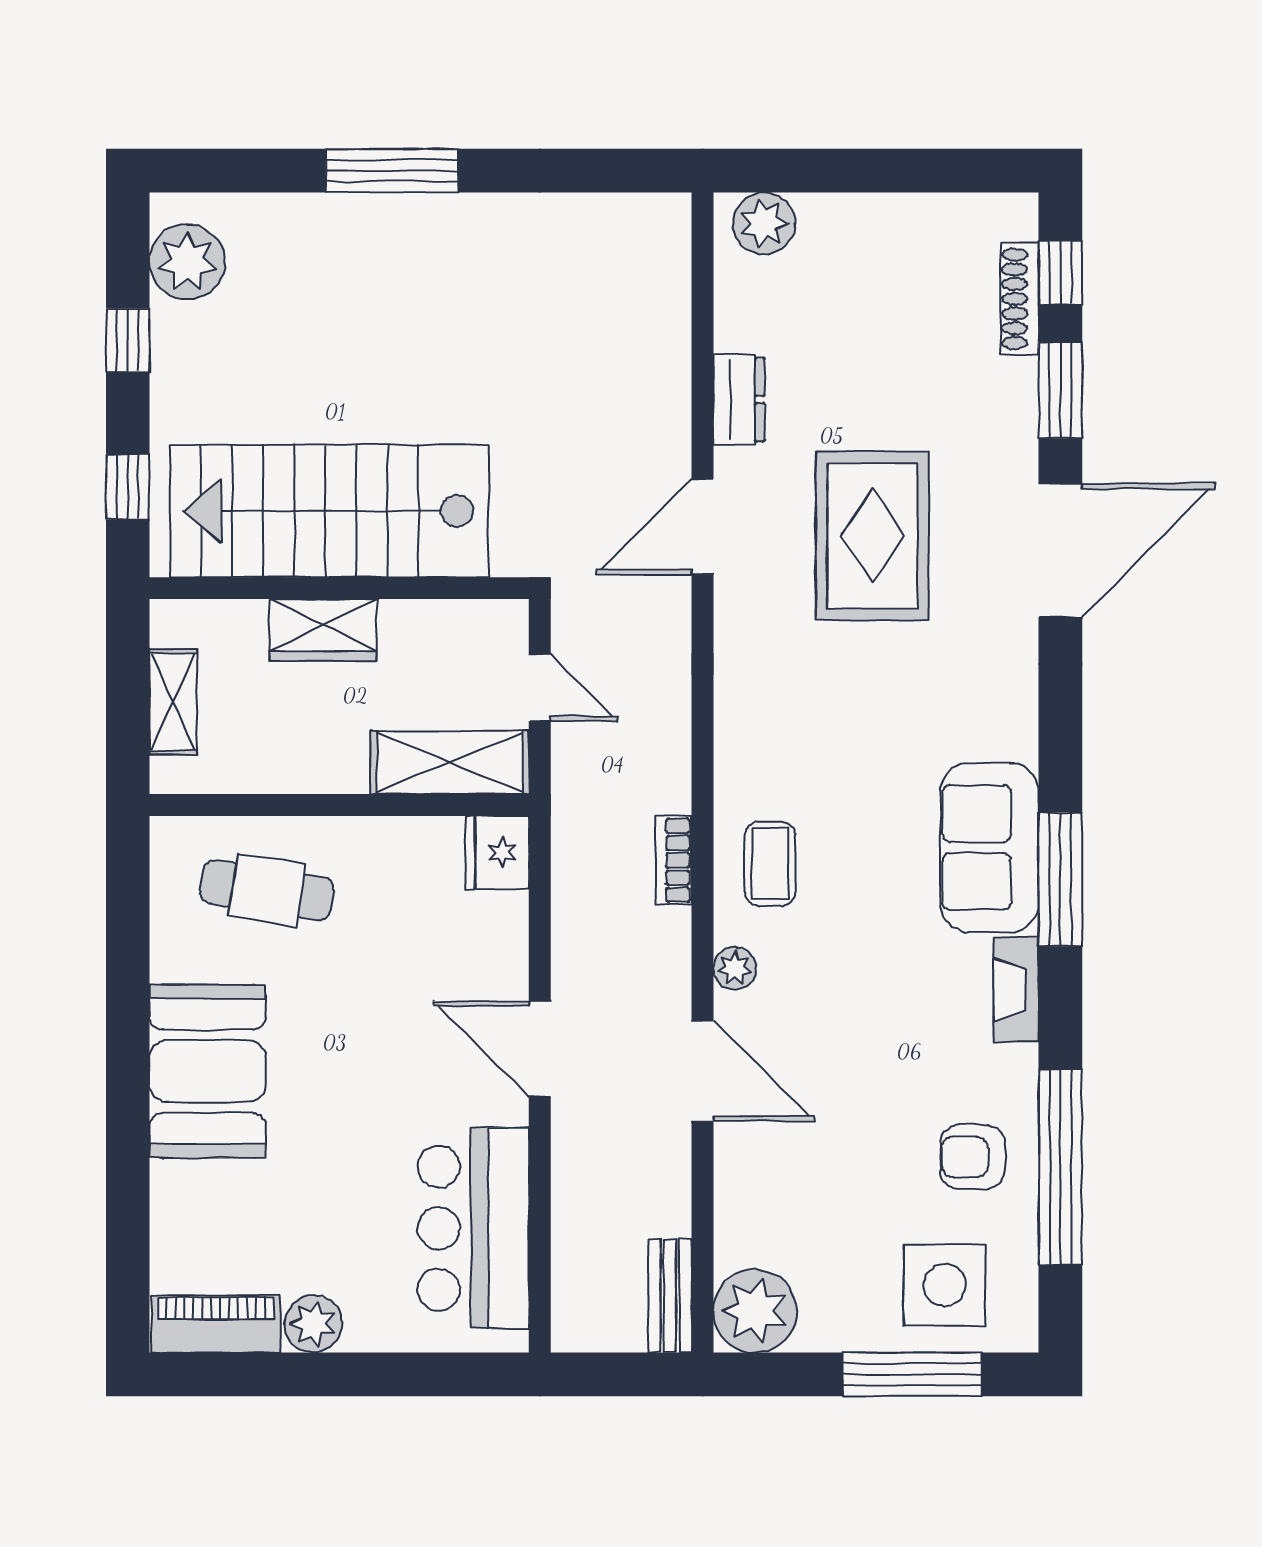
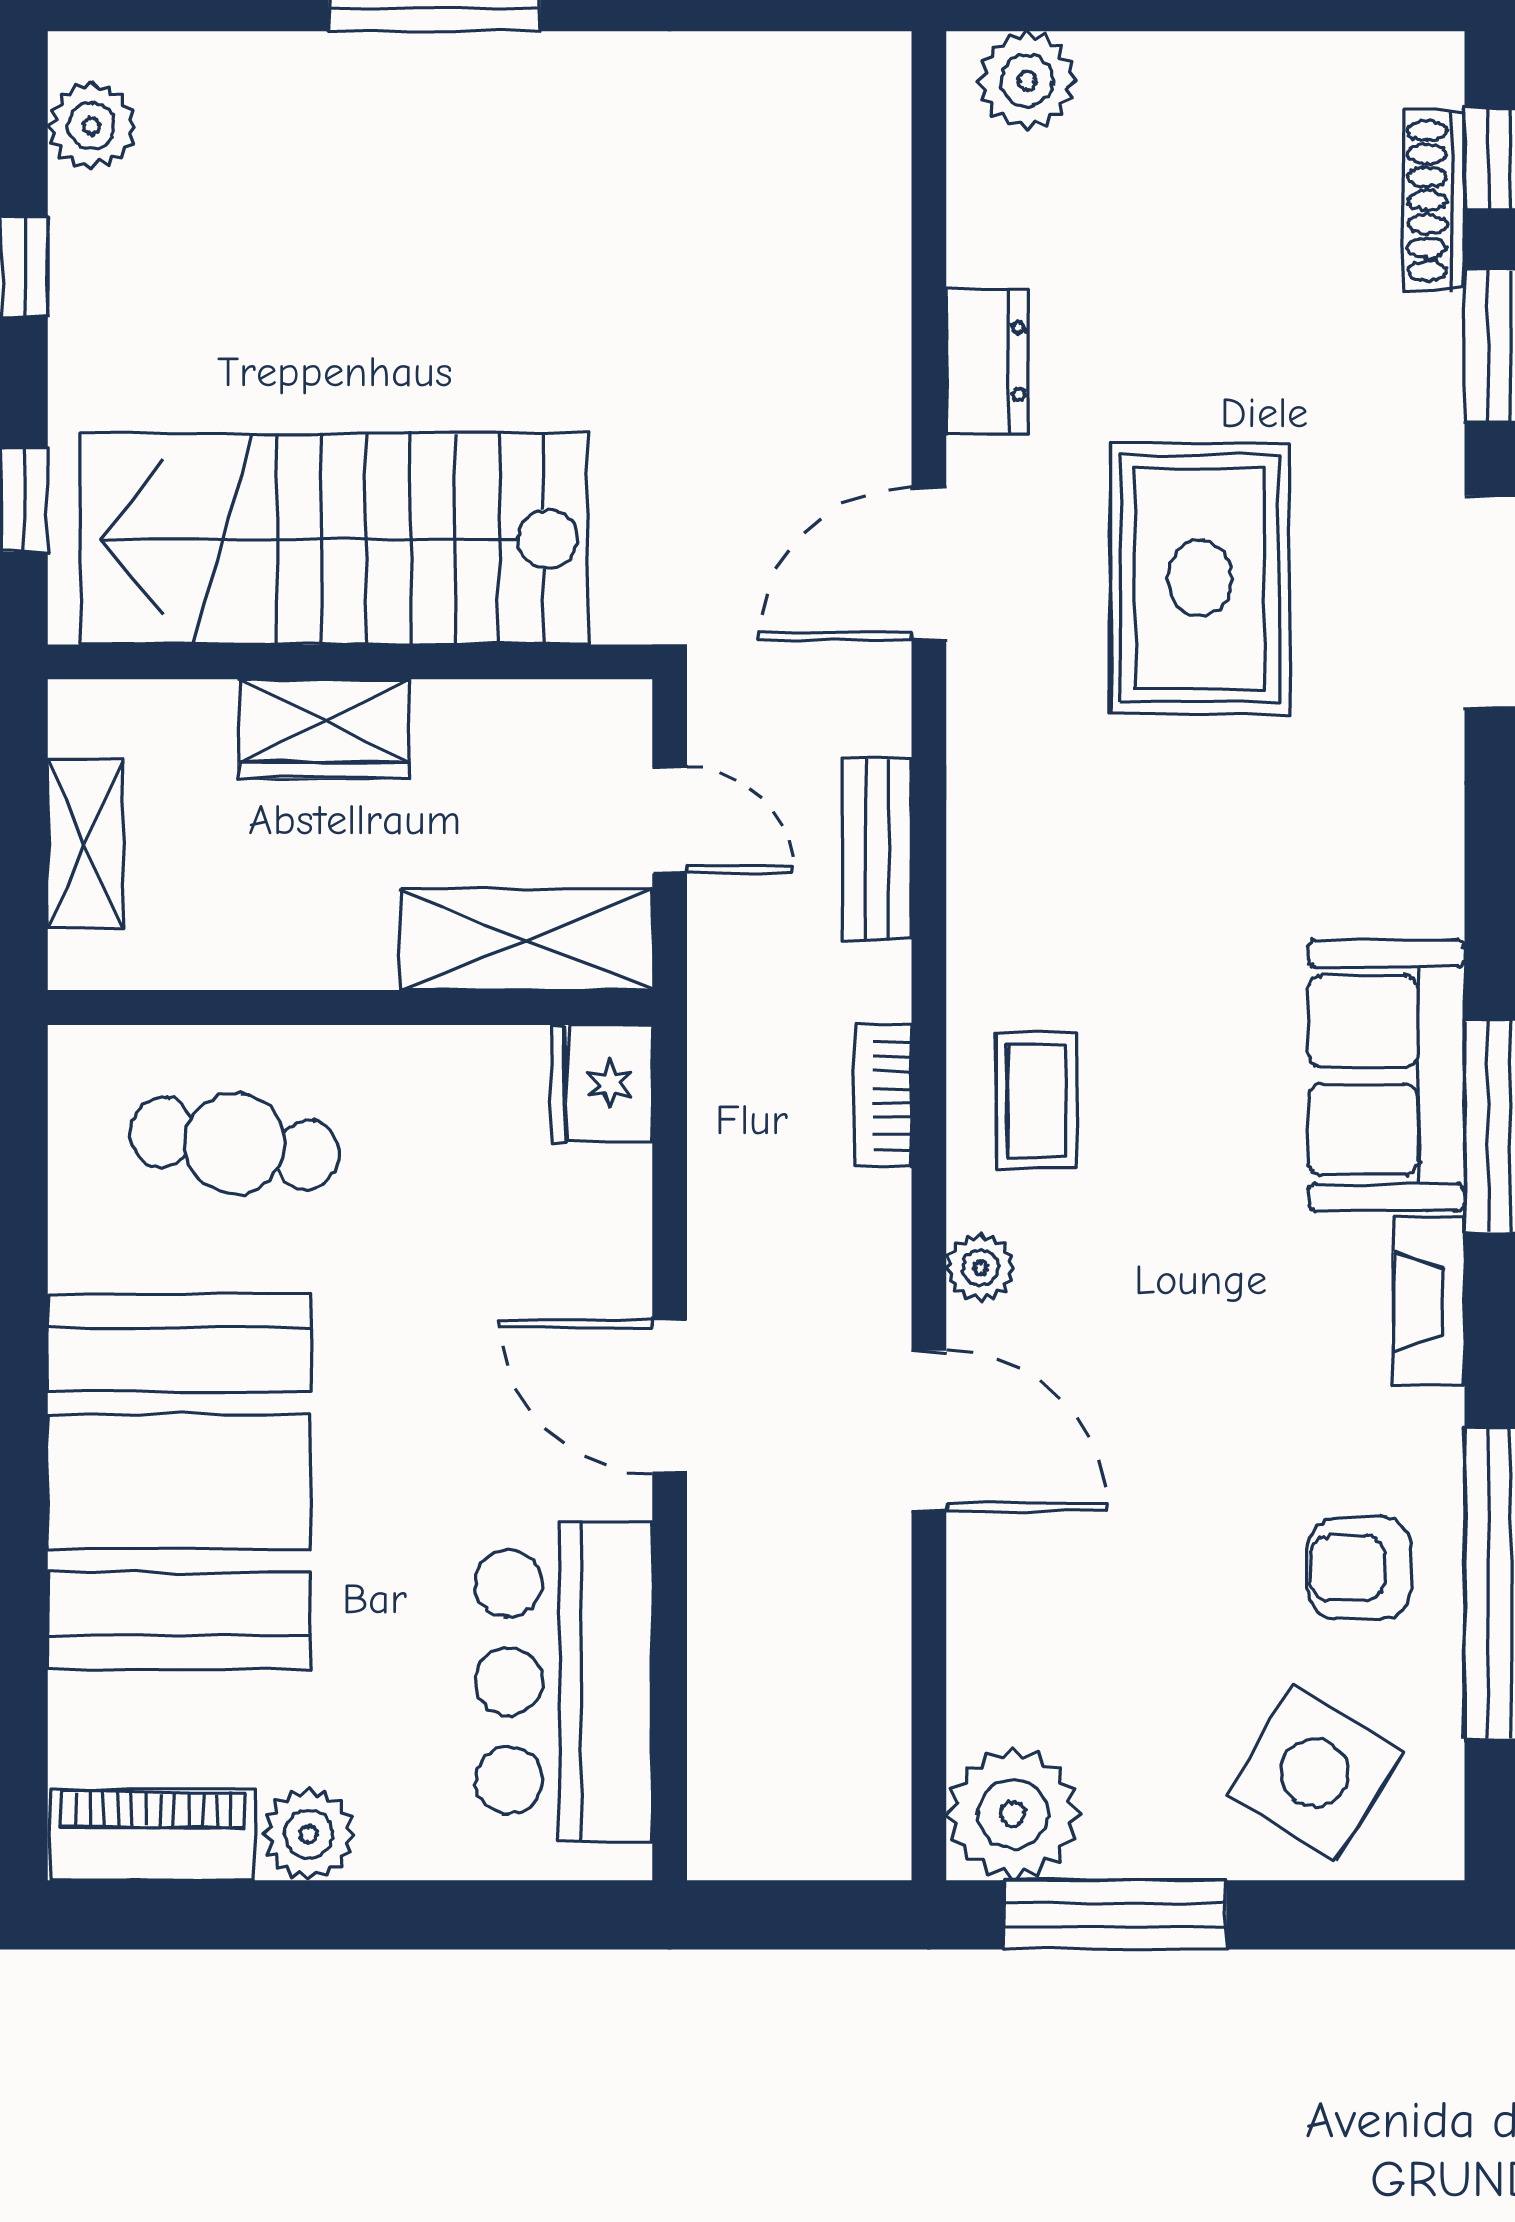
plant: (187, 262) -> (92, 126), width x0.73, depth x0.73
booth: (208, 1071) -> (179, 1482), width x1.36, depth x1.42
side table: (944, 1285) -> (1315, 1773), turned 32
bench: (670, 1296) -> (877, 849), moved
window: (912, 1374) -> (1115, 1915), moved

